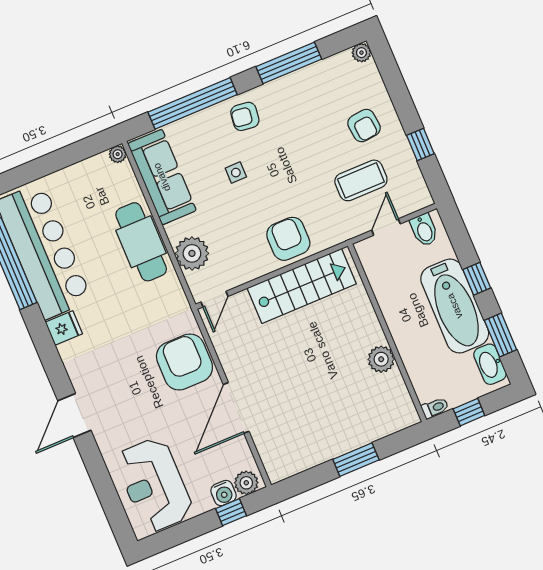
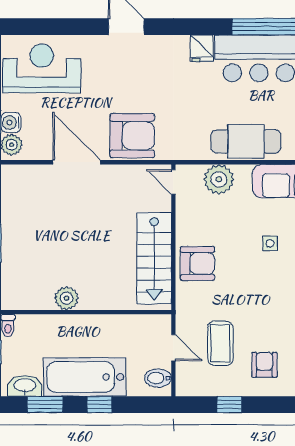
armchair: (364, 126) -> (264, 365), turned 96

